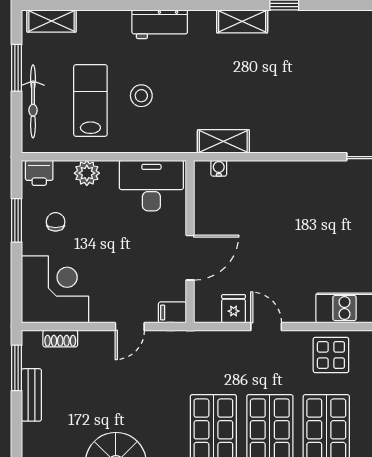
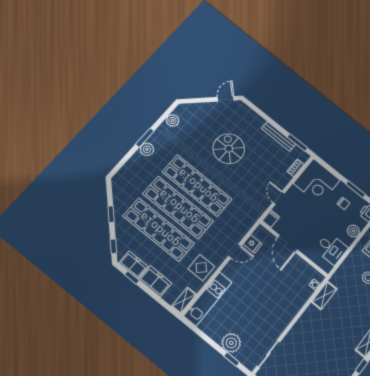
desk: (151, 186) -> (331, 249), width x0.73
bench: (31, 395) -> (278, 136), width x1.36

